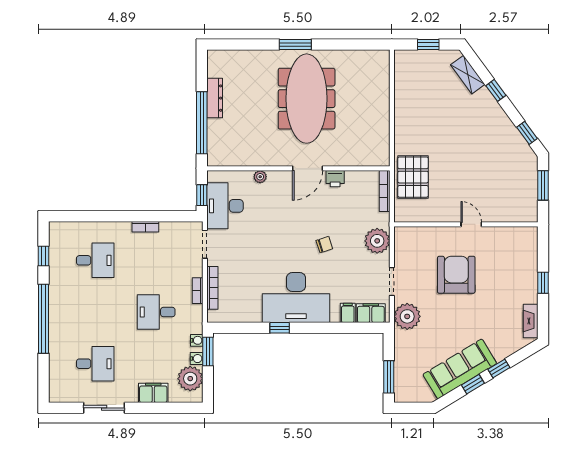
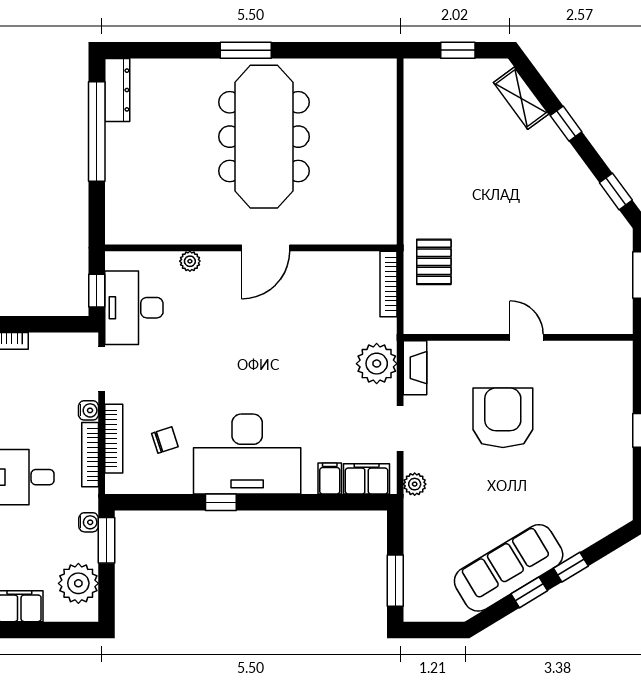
dresser: (215, 98) -> (117, 90), moved
window: (202, 123) -> (97, 132), moved
pallet: (413, 177) -> (434, 262), width x0.67, depth x0.71
printer: (335, 179) -> (310, 264), removed
chair: (324, 245) -> (165, 440), moved
bookcase: (198, 291) -> (90, 455), width x1.56
plant: (407, 316) -> (415, 484), width x0.53, depth x0.53
fireplace: (531, 321) -> (415, 368), moved, turned 180
water cooler: (197, 359) -> (88, 410), moved

